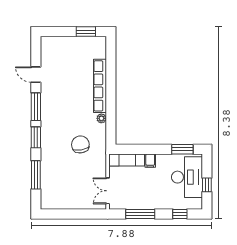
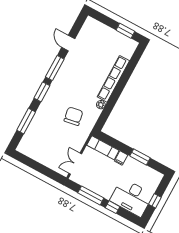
window: (182, 149) -> (140, 157), moved
desk: (187, 177) -> (132, 197), moved, turned 90
window: (180, 214) -> (113, 207), moved

